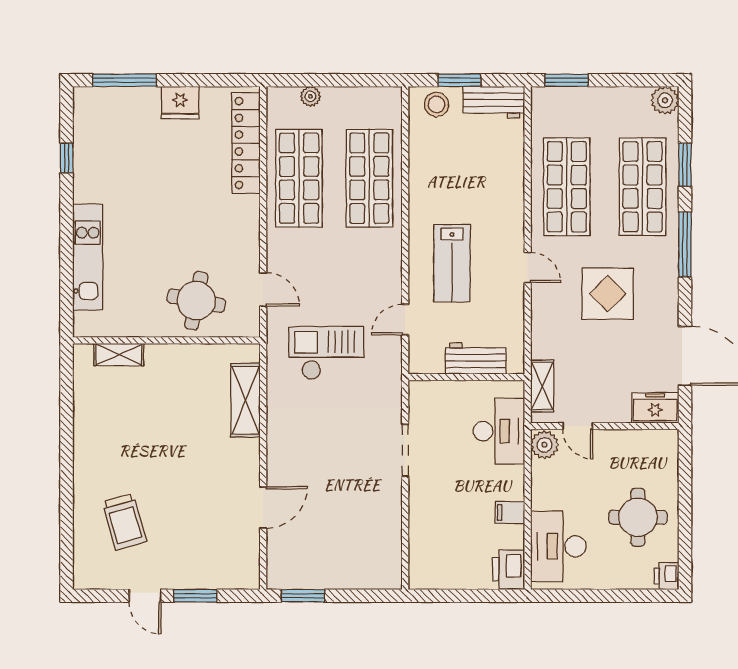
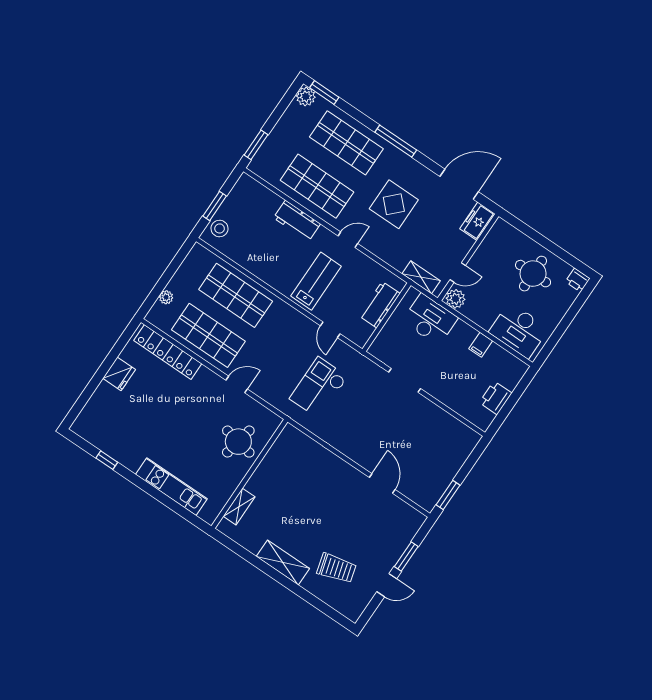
window: (125, 80) -> (85, 397), removed
workbench: (494, 102) -> (297, 221), moved, turned 90
window: (685, 165) -> (324, 92), moved
lab bench: (452, 263) -> (316, 281), turned -90
door: (263, 290) -> (237, 385), moved
shelving: (246, 400) -> (283, 562), moved
printer: (509, 569) -> (496, 398), moved, turned 90

